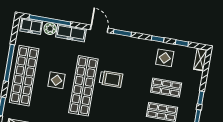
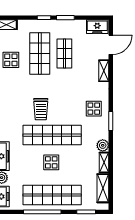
trolley: (111, 79) -> (41, 109), turned 180
shop shelf: (166, 88) -> (40, 53), width x1.43, depth x1.36

